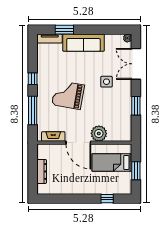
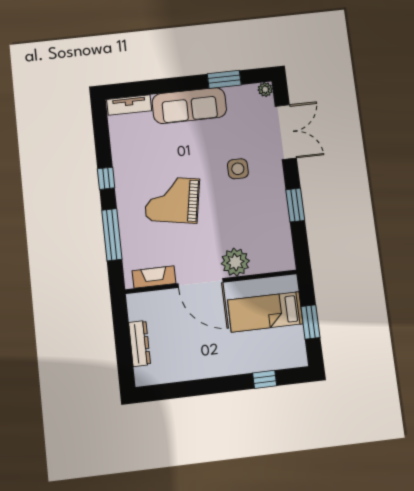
window: (64, 30) -> (224, 79), moved
double door: (136, 64) -> (286, 132), swing flipped

